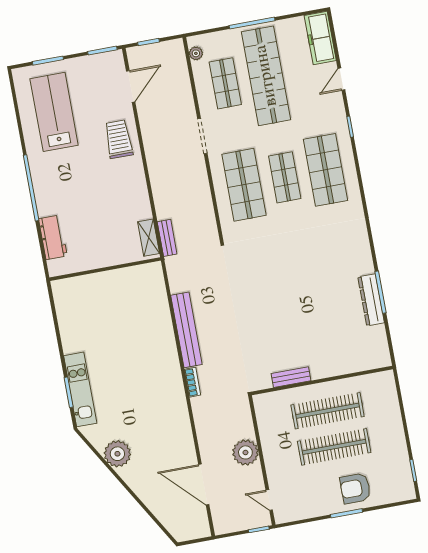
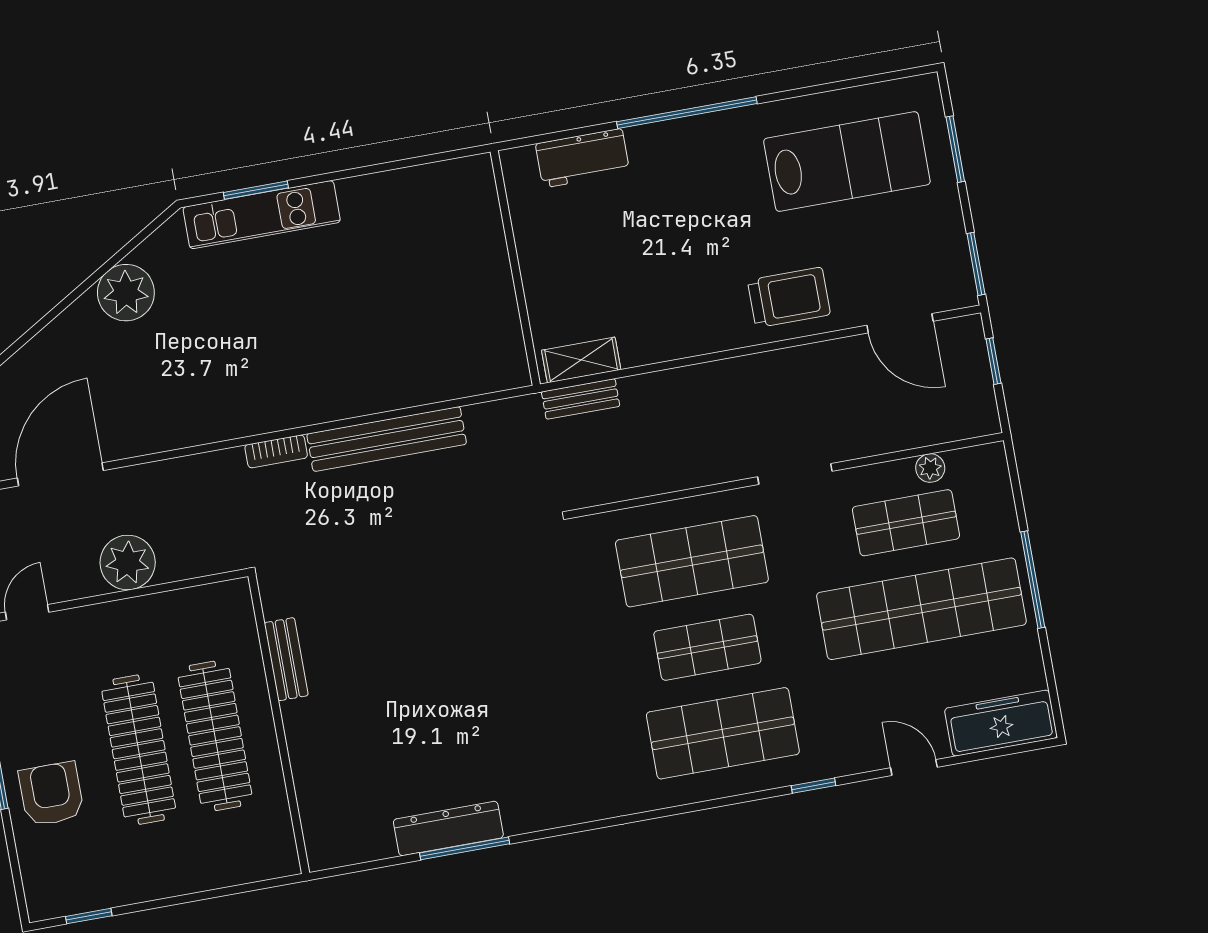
plant: (196, 53) -> (930, 468), moved

